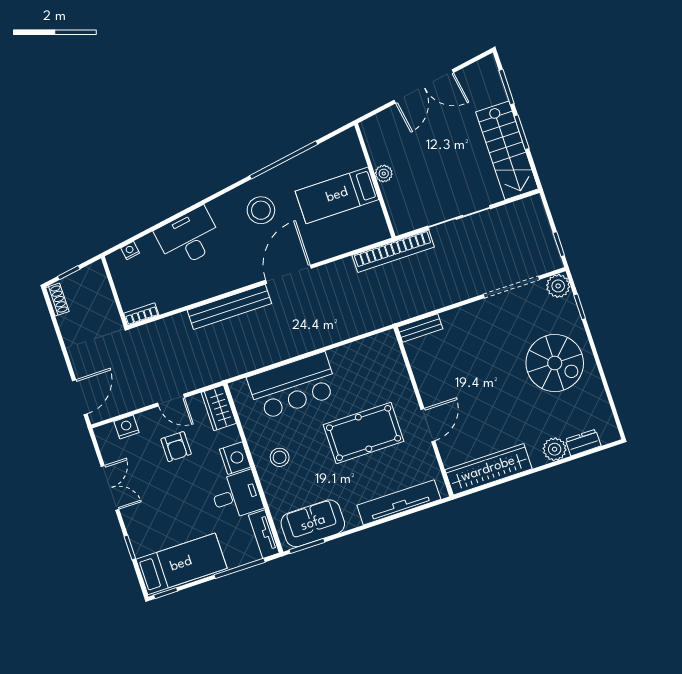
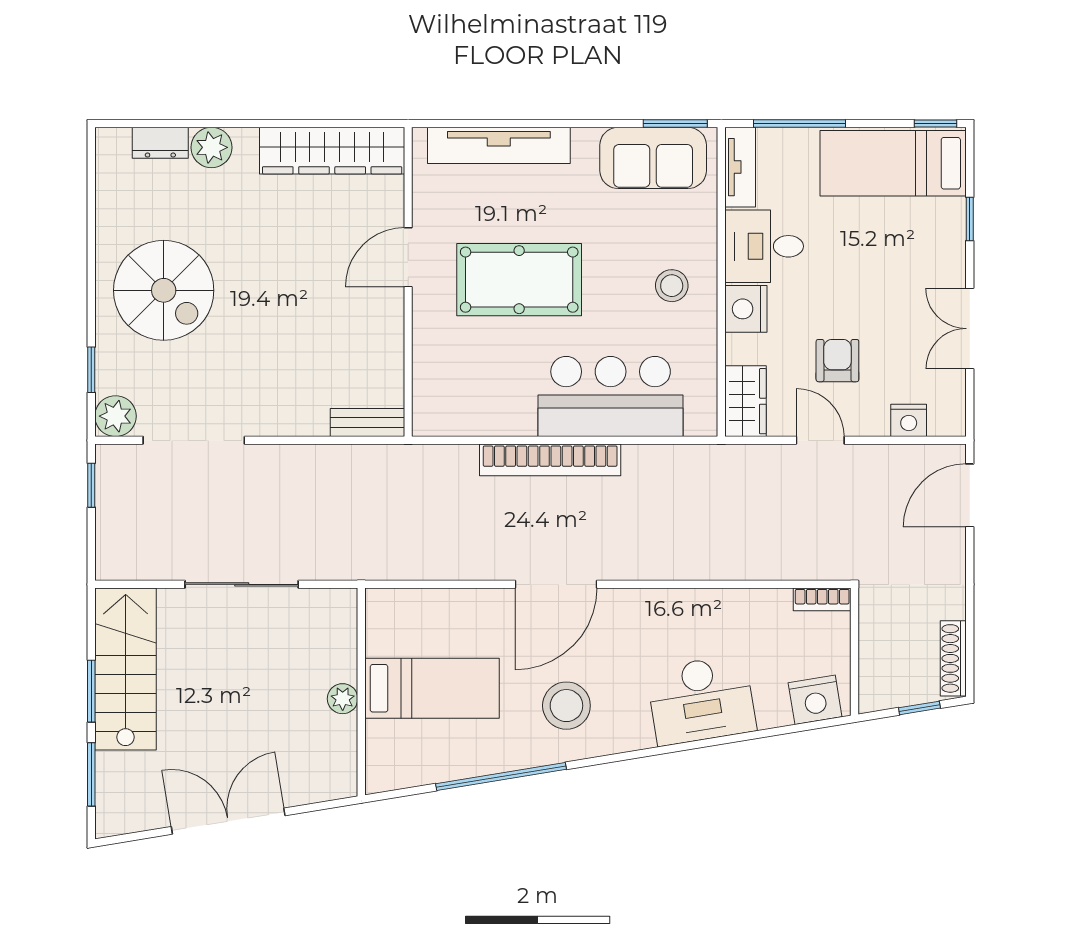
nightstand: (130, 251) -> (815, 700), width x1.89, depth x1.79
bookcase: (393, 251) -> (550, 460), moved, turned 180
shoe rack: (57, 300) -> (953, 658), width x1.43
bench: (229, 307) -> (672, 563), removed
spiral stairs: (555, 363) -> (164, 290), turned 180

